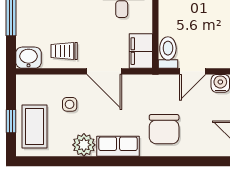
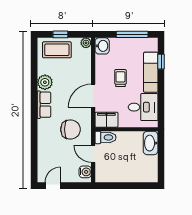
trolley: (64, 51) -> (120, 78), moved
plant: (24, 82) -> (86, 43), added
side table: (70, 104) -> (71, 73), removed
chair: (164, 129) -> (70, 129), moved, turned 180

